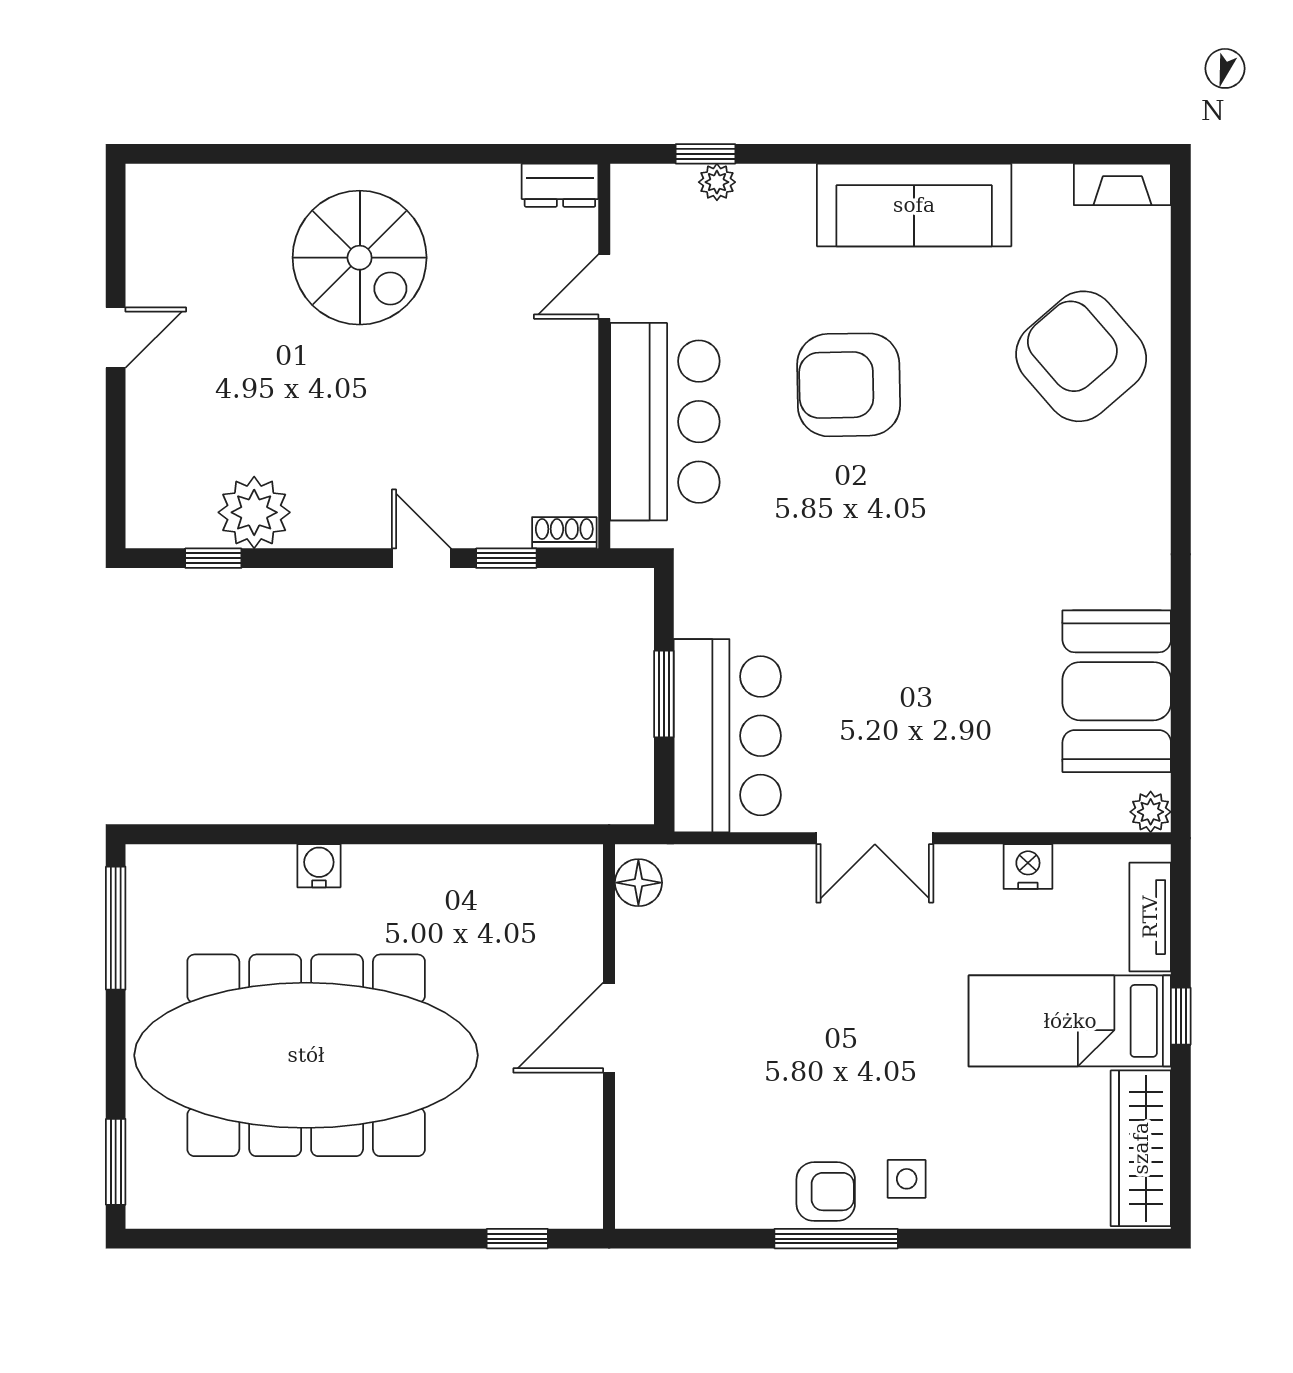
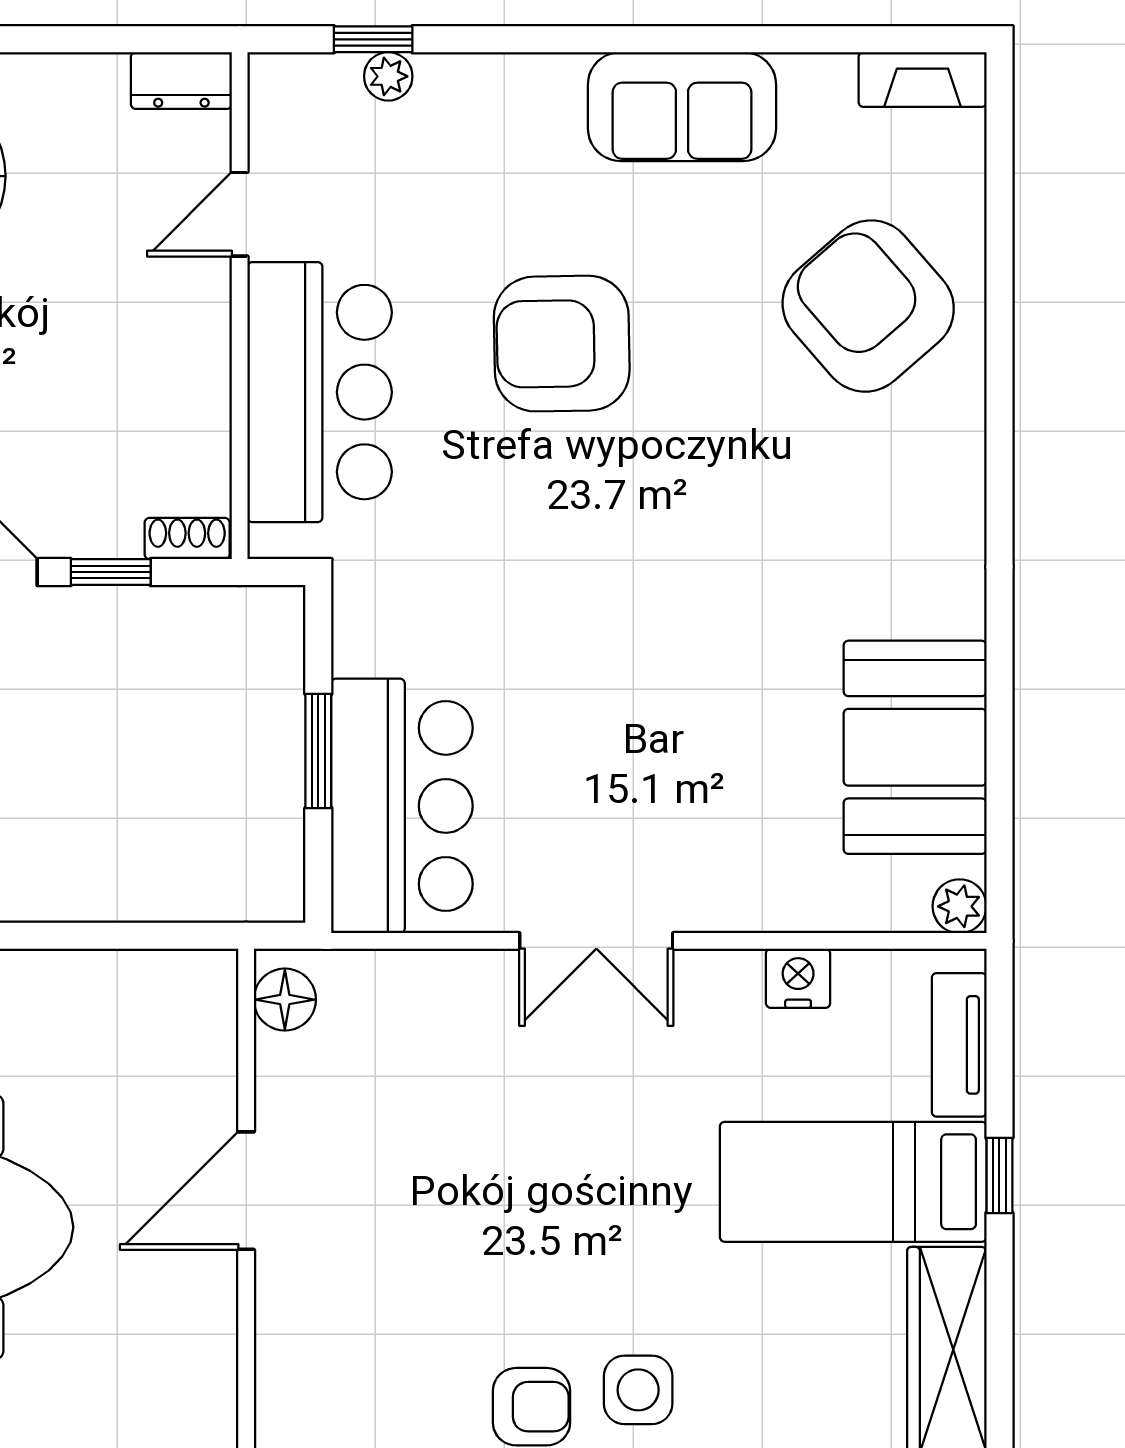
sofa: (914, 205) -> (682, 107), width x0.73
side table: (907, 1179) -> (638, 1390), width x1.37, depth x1.37

